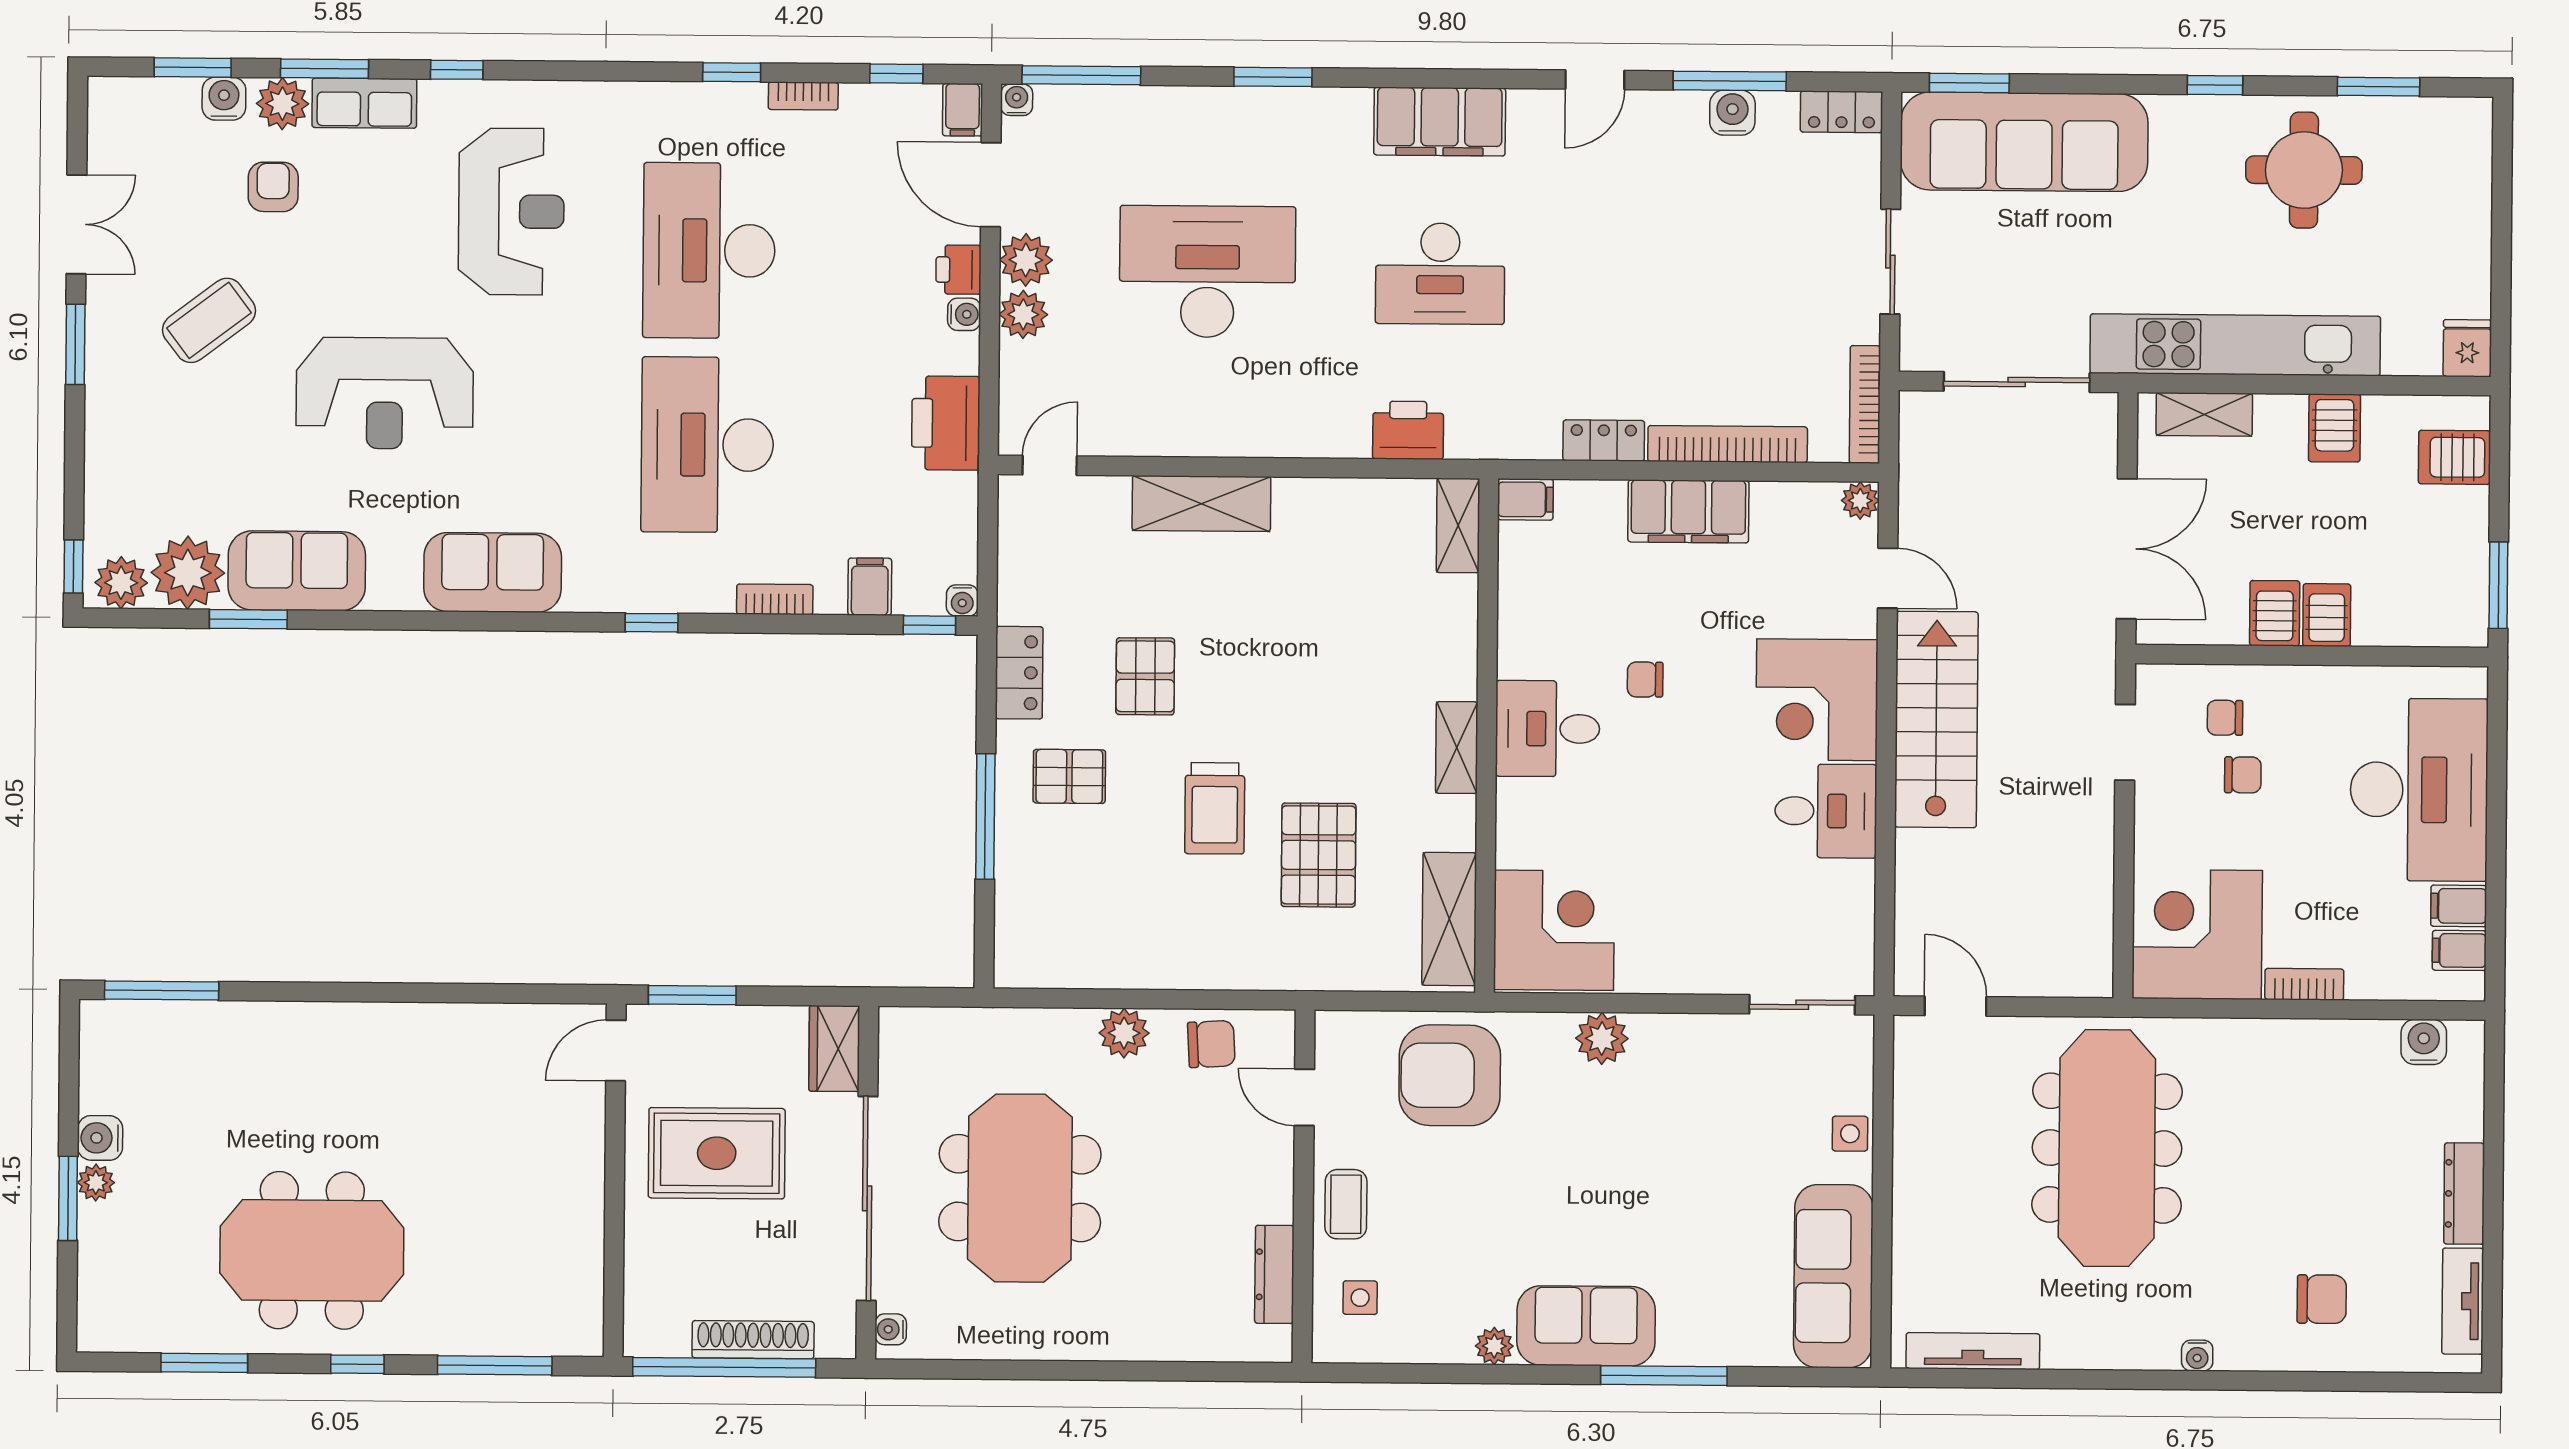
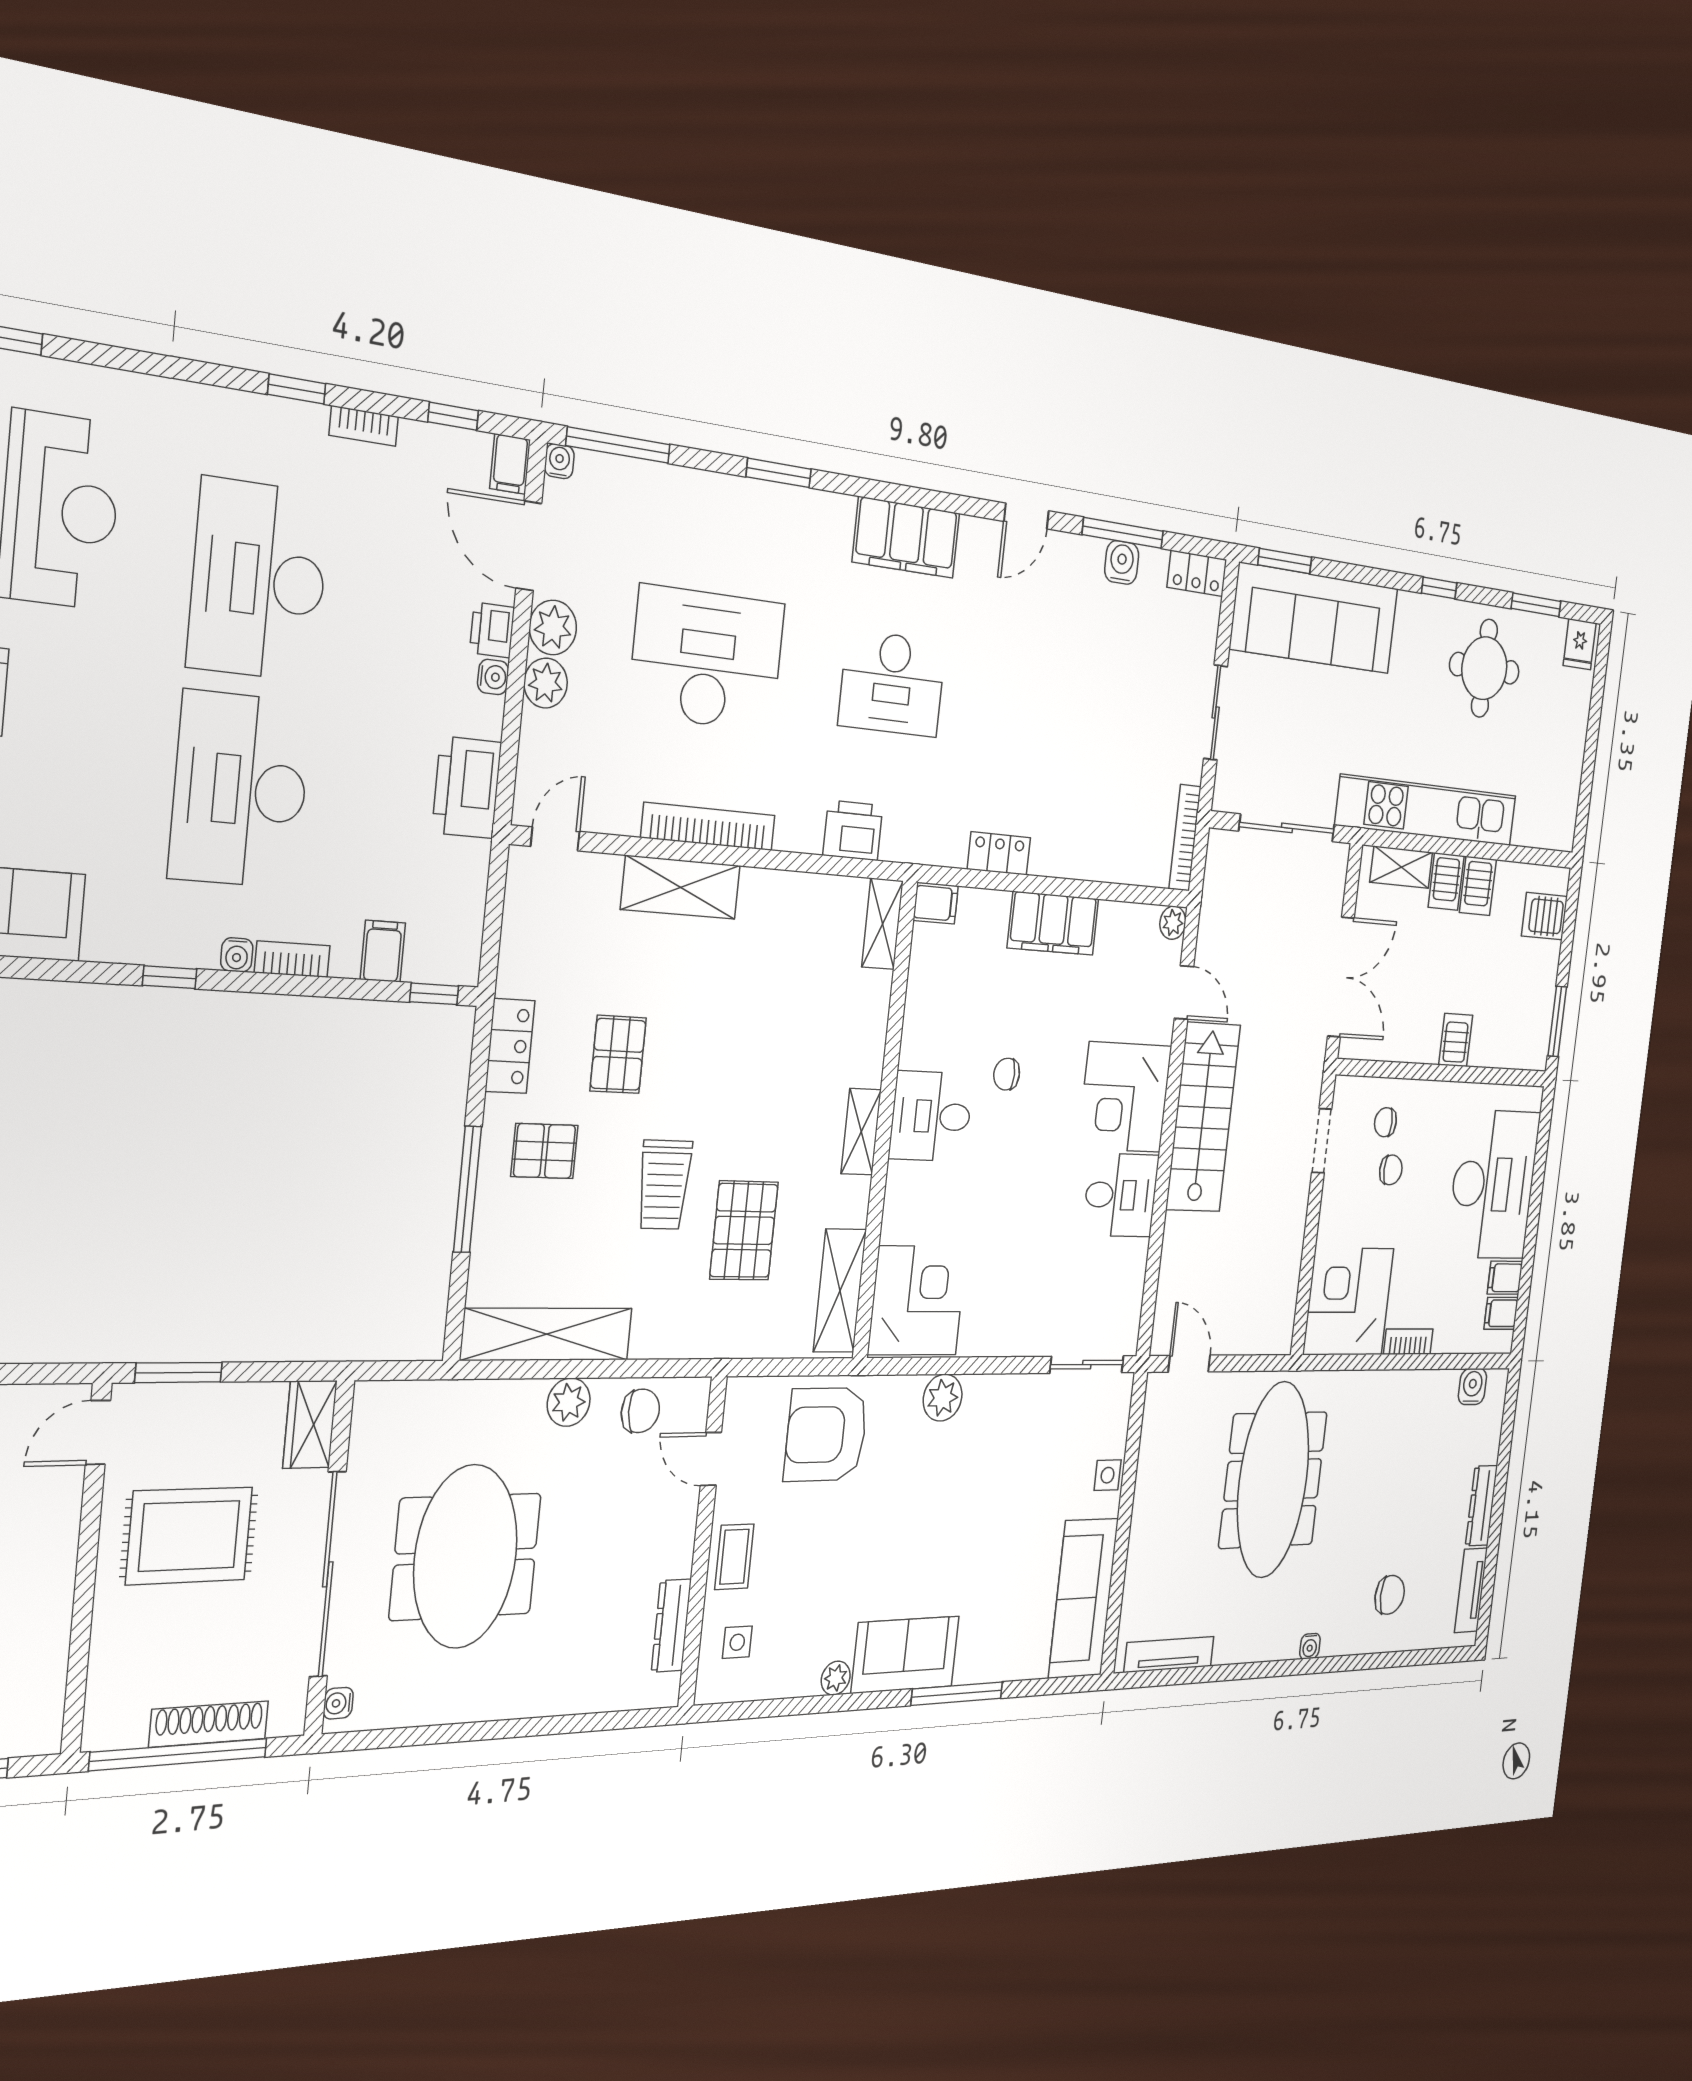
fridge: (2467, 348) -> (1580, 644), moved, turned 180
bookcase: (1728, 444) -> (708, 827), moved
water cooler: (962, 600) -> (237, 955), moved
server rack: (2275, 613) -> (1446, 881), moved, turned 180
shelving: (1091, 963) -> (547, 1334), added

